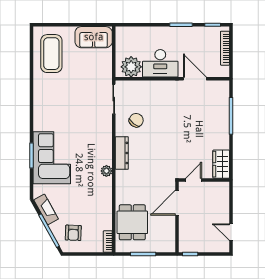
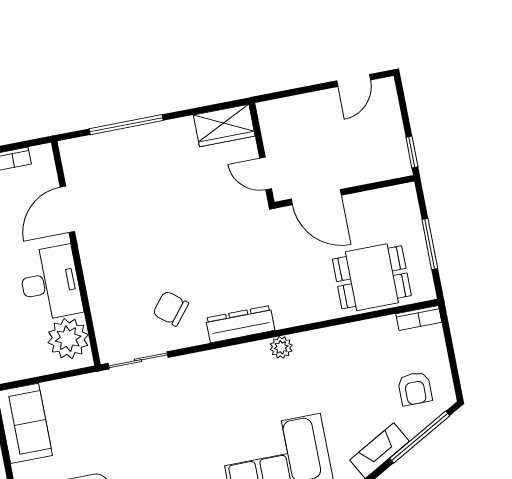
armchair: (73, 233) -> (415, 389), turned 88

